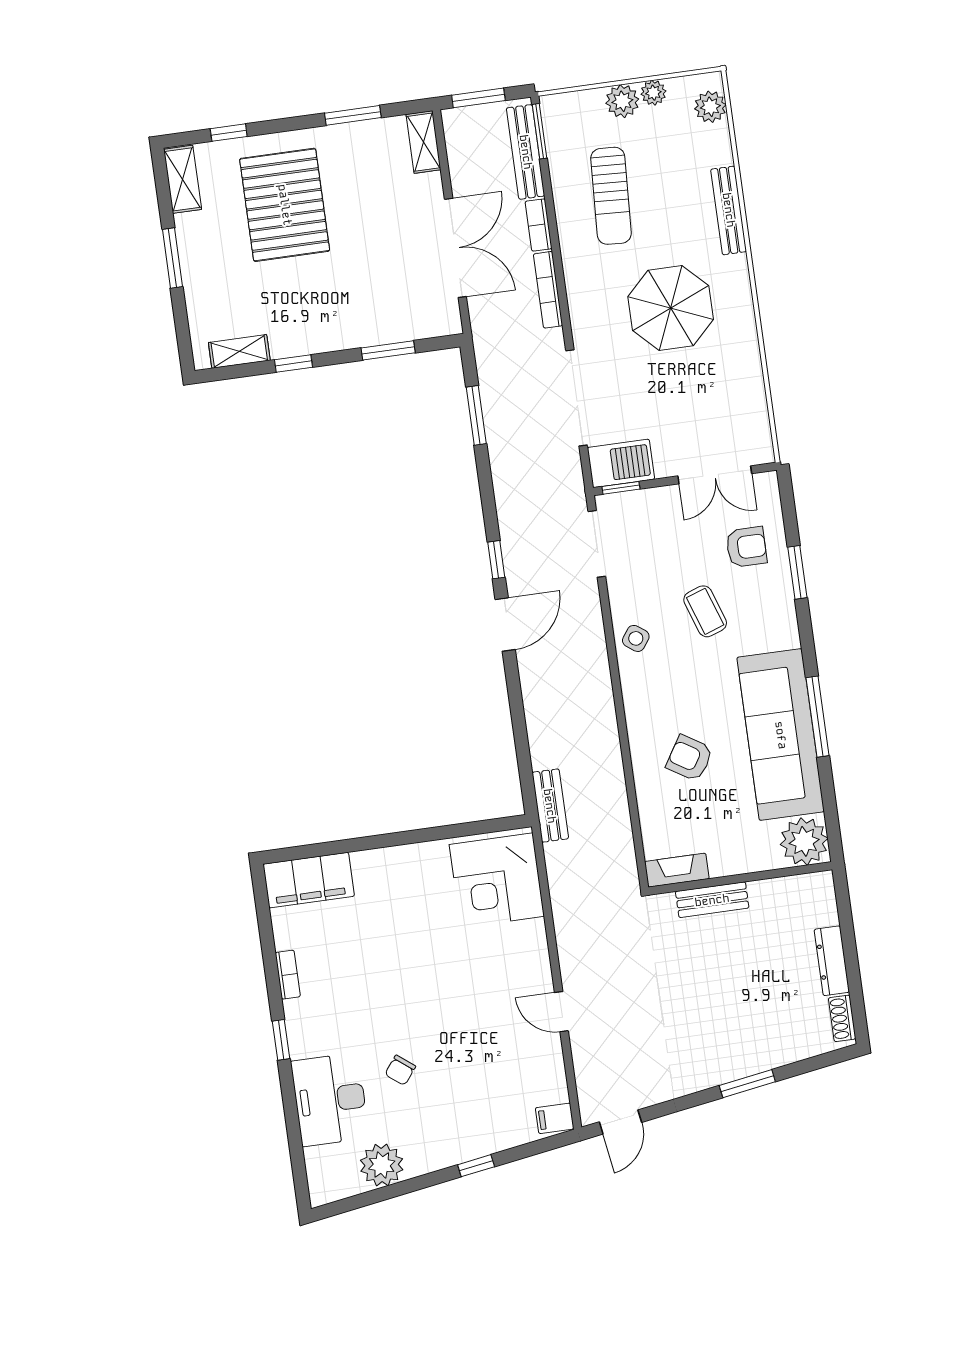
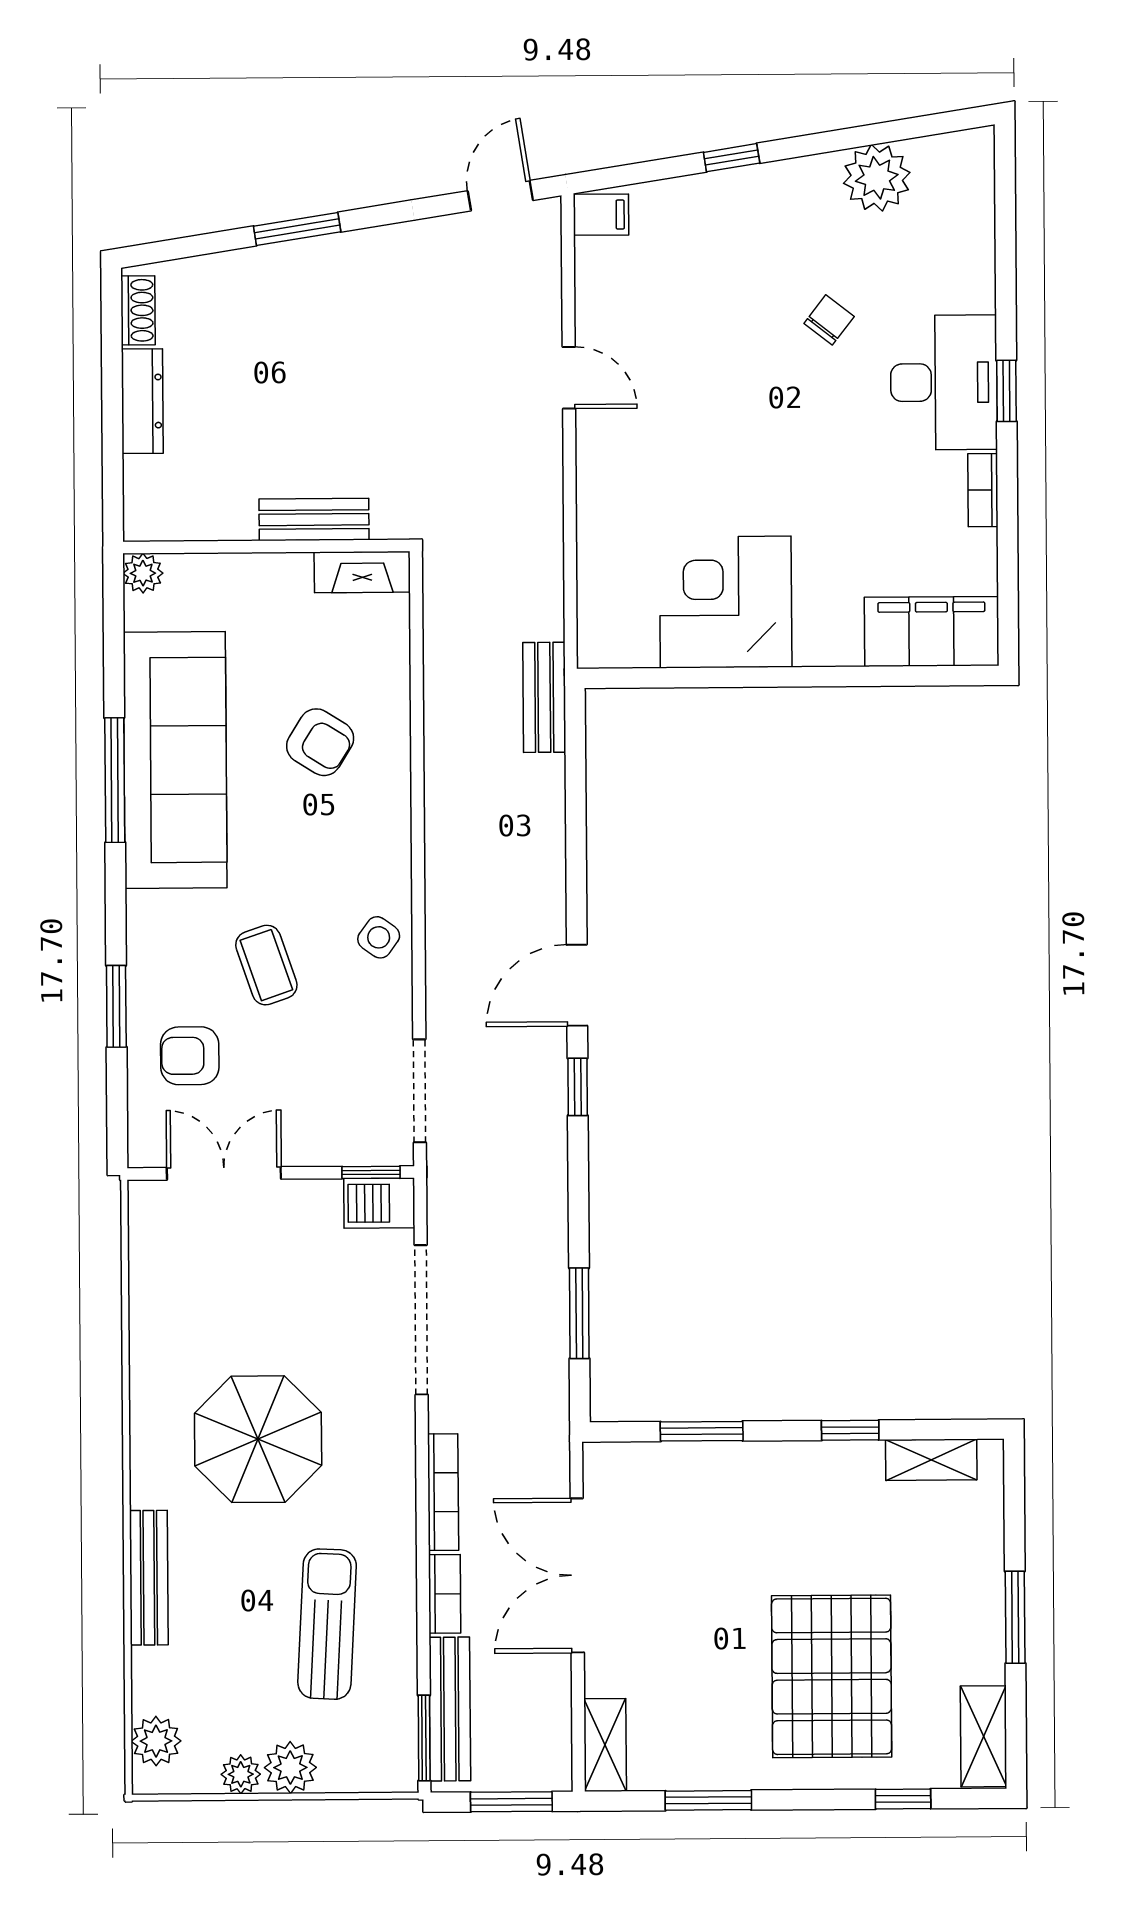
barbecue: (621, 463) -> (379, 1203), width x0.73, depth x0.79
plant: (804, 841) -> (143, 573), width x0.53, depth x0.53
corner desk: (497, 880) -> (726, 602), moved, turned -90
desk: (330, 1100) -> (944, 382), moved

